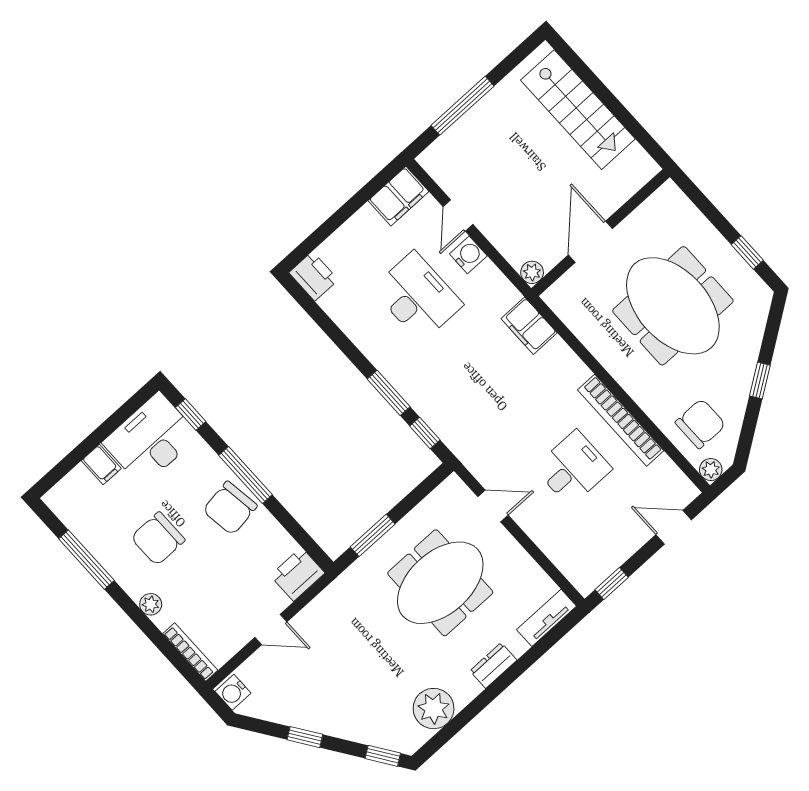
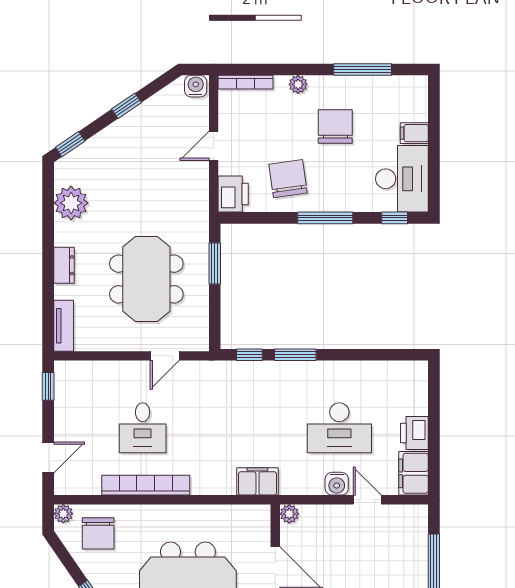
printer: (314, 276) -> (414, 433), moved, turned 90
chair: (230, 508) -> (288, 179), moved

